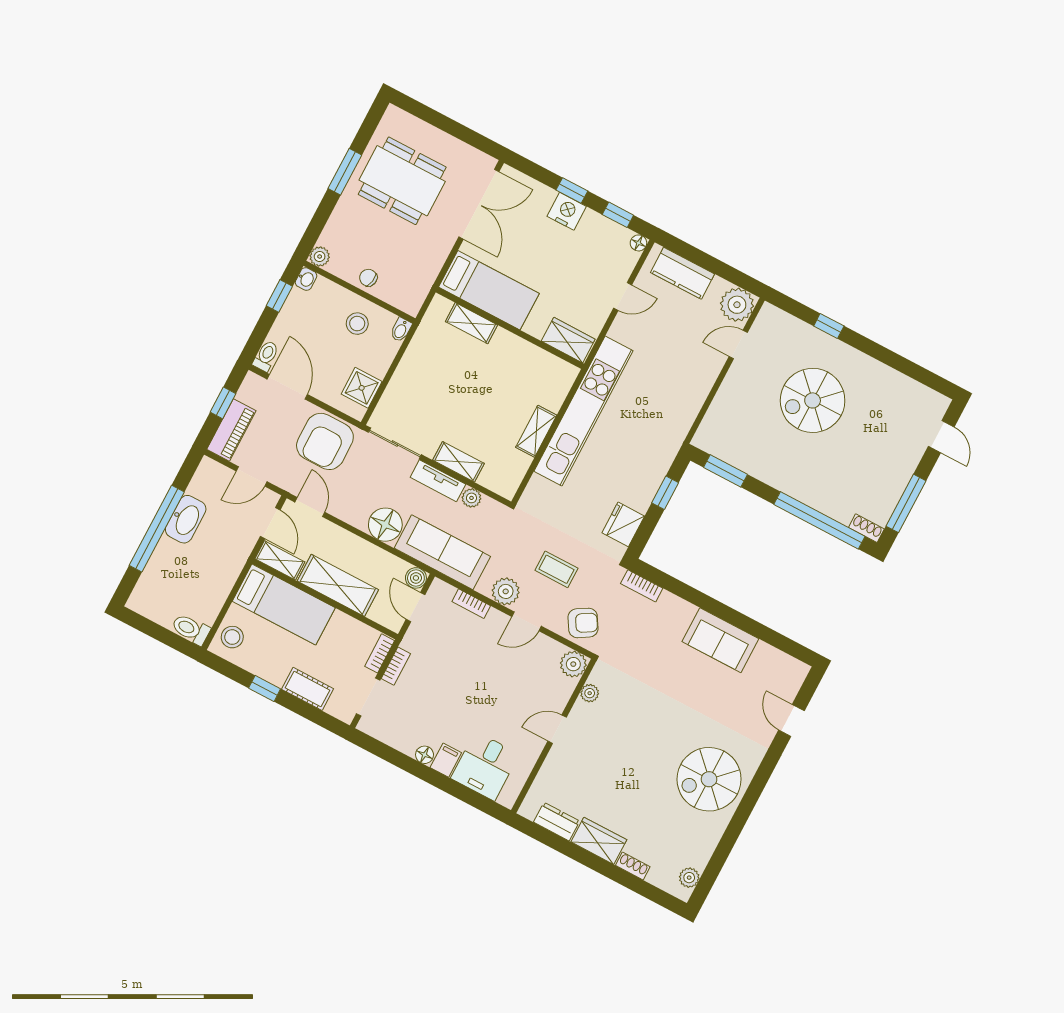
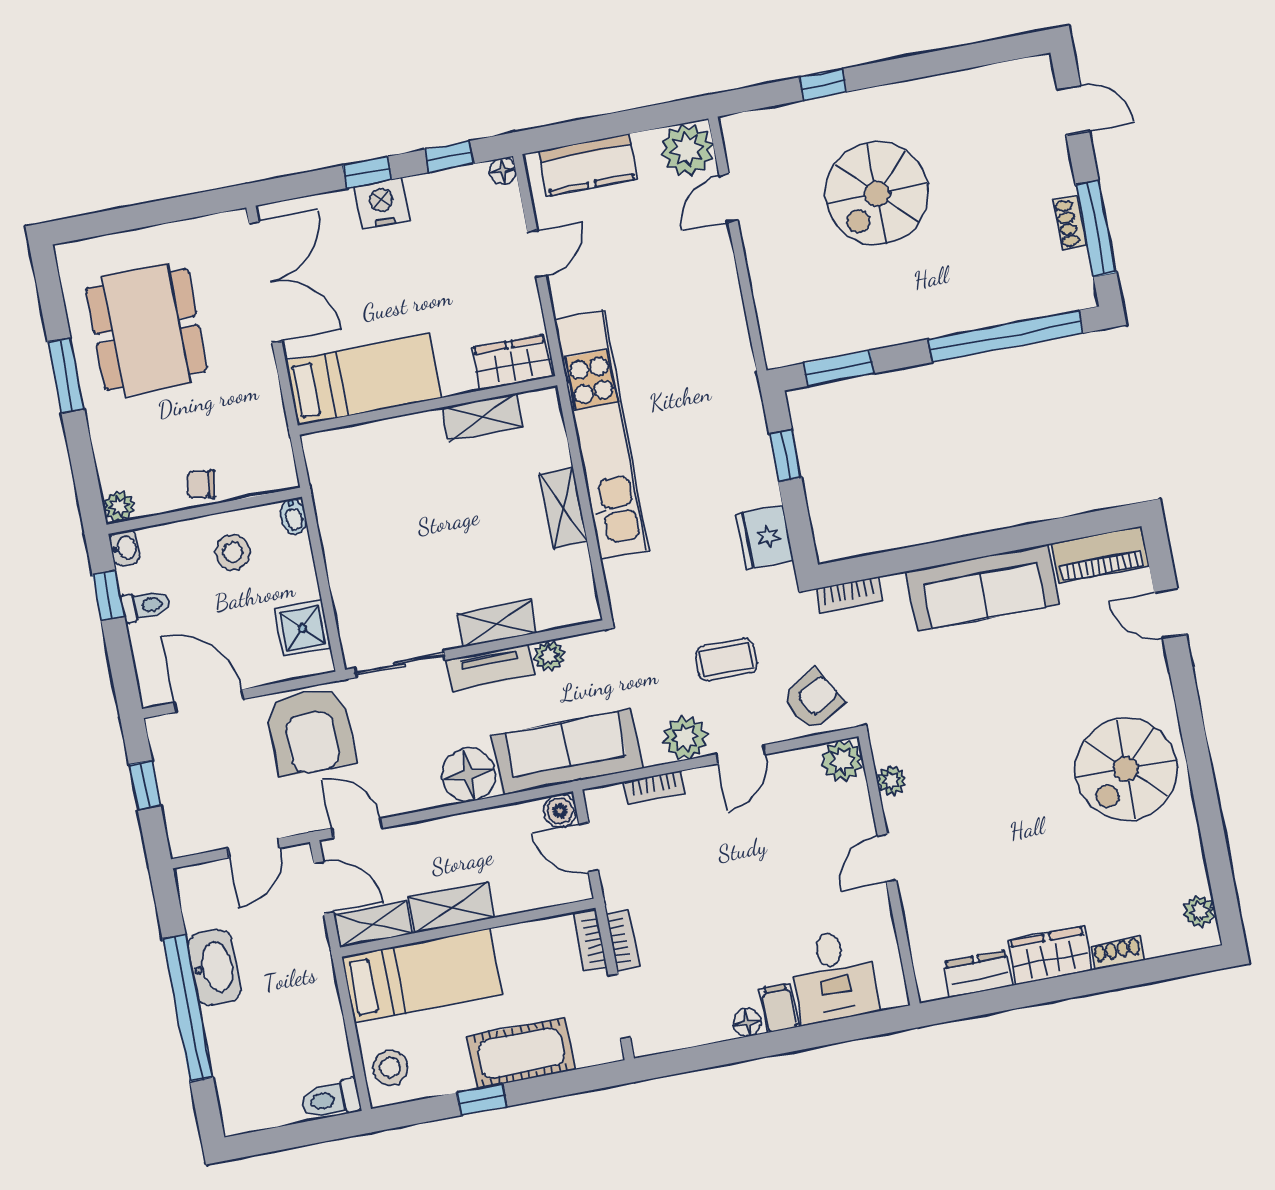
dining table: (402, 181) -> (146, 330), turned 90
shelving: (471, 323) -> (482, 417), moved
toilet: (266, 356) -> (145, 606), moved, turned 90
piano: (231, 430) -> (1100, 555), moved, turned 90
shoe rack: (866, 528) -> (1070, 223), moved, turned -90
shelving: (338, 585) -> (451, 908), width x0.67, depth x0.75
sofa: (720, 640) -> (983, 588), width x1.36
cot: (308, 689) -> (521, 1053), width x1.37, depth x1.34

